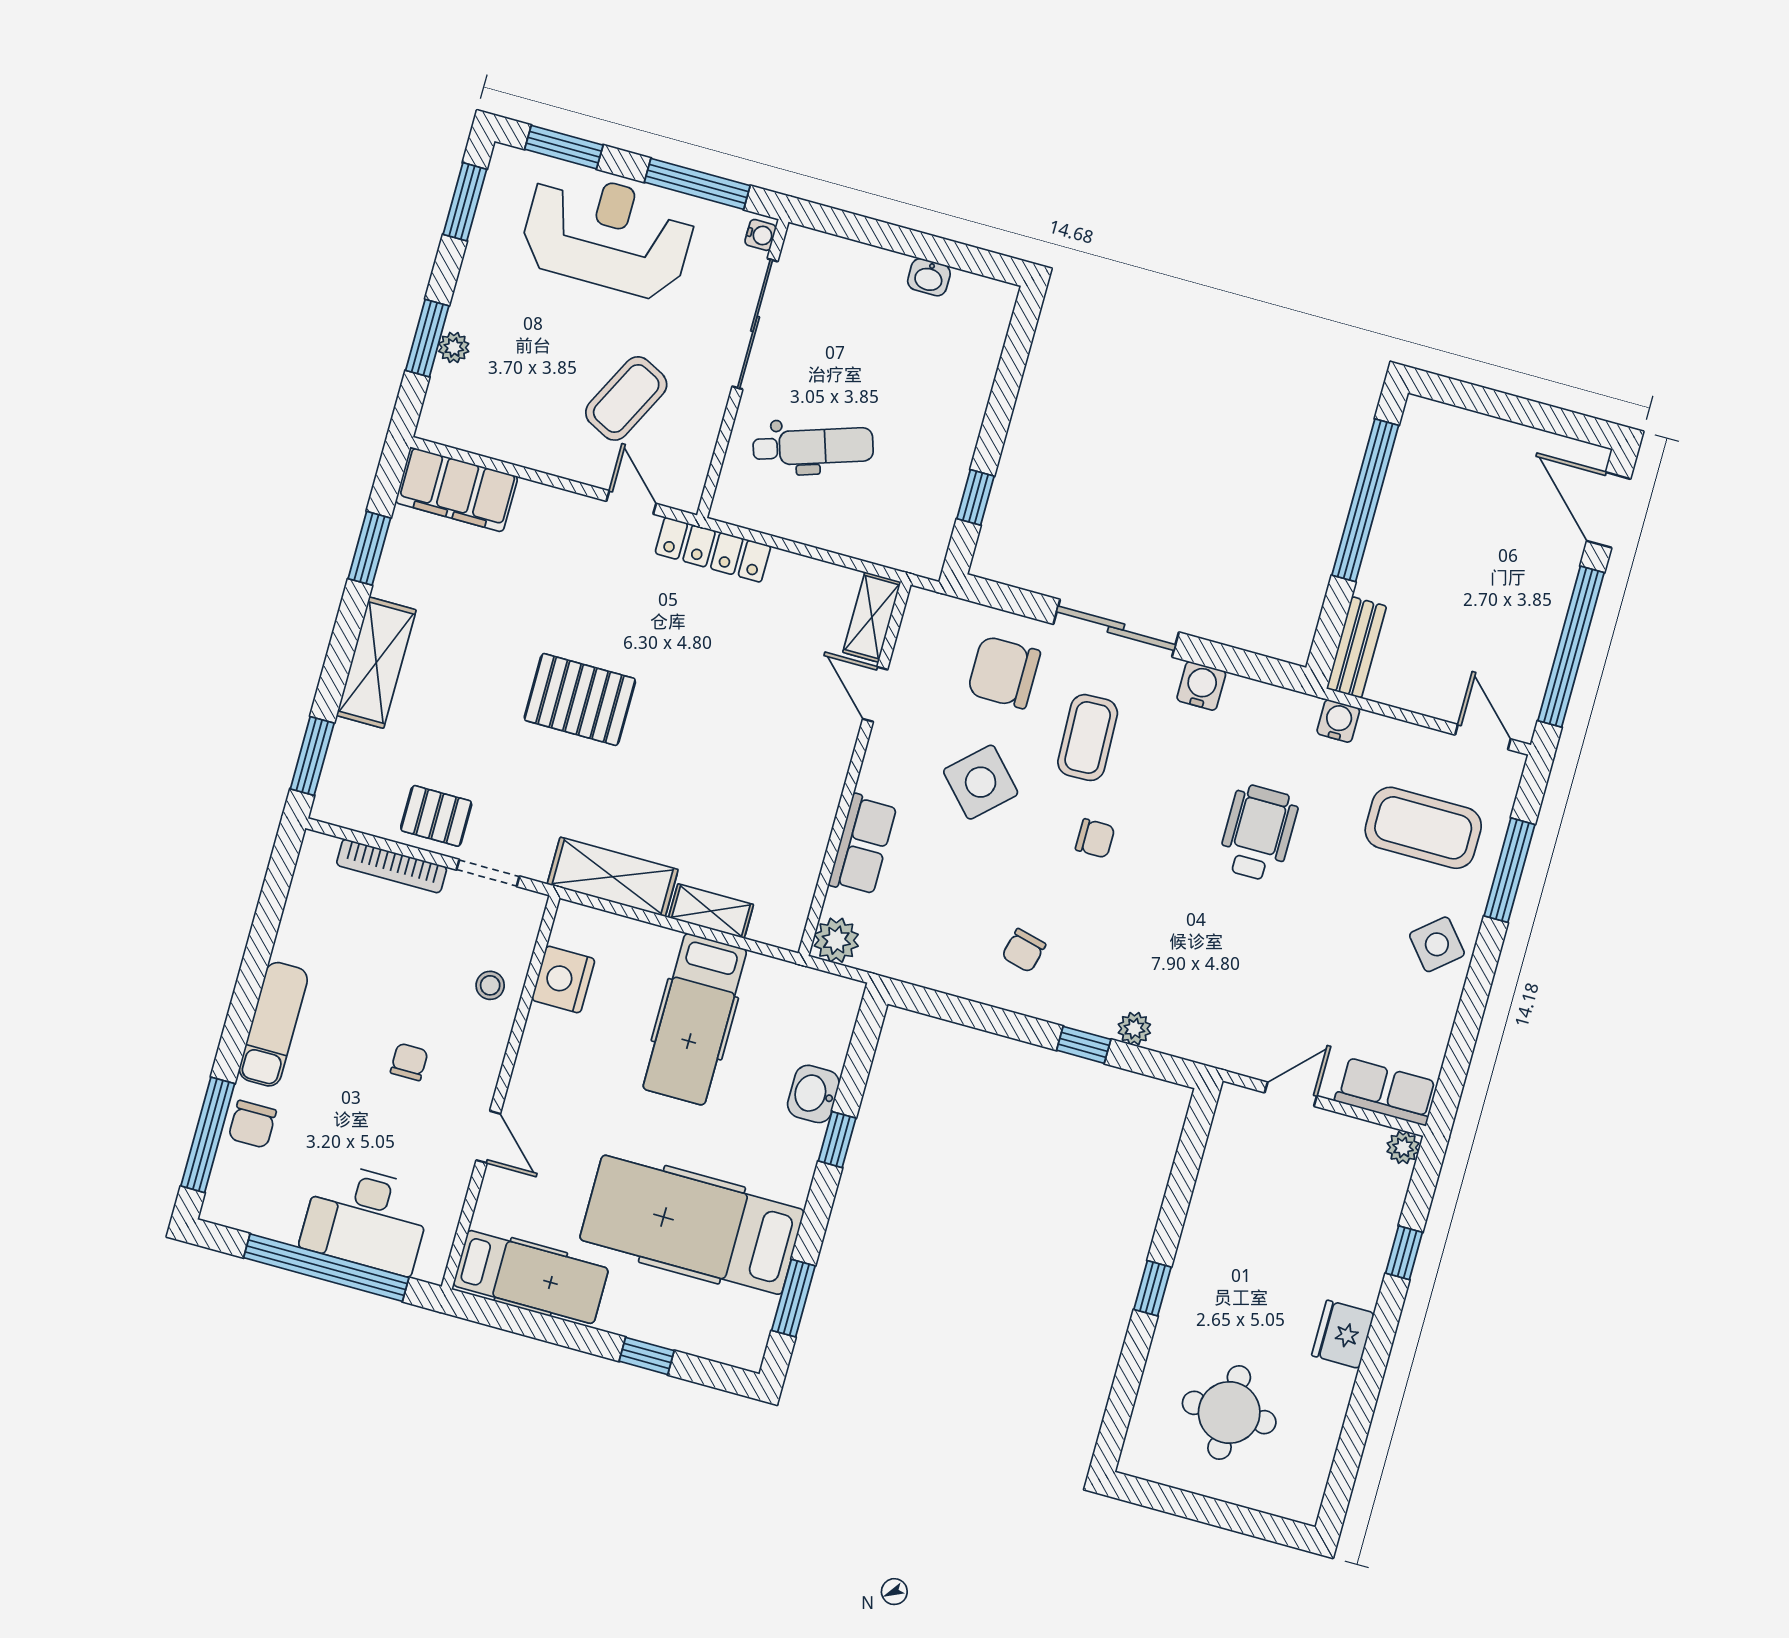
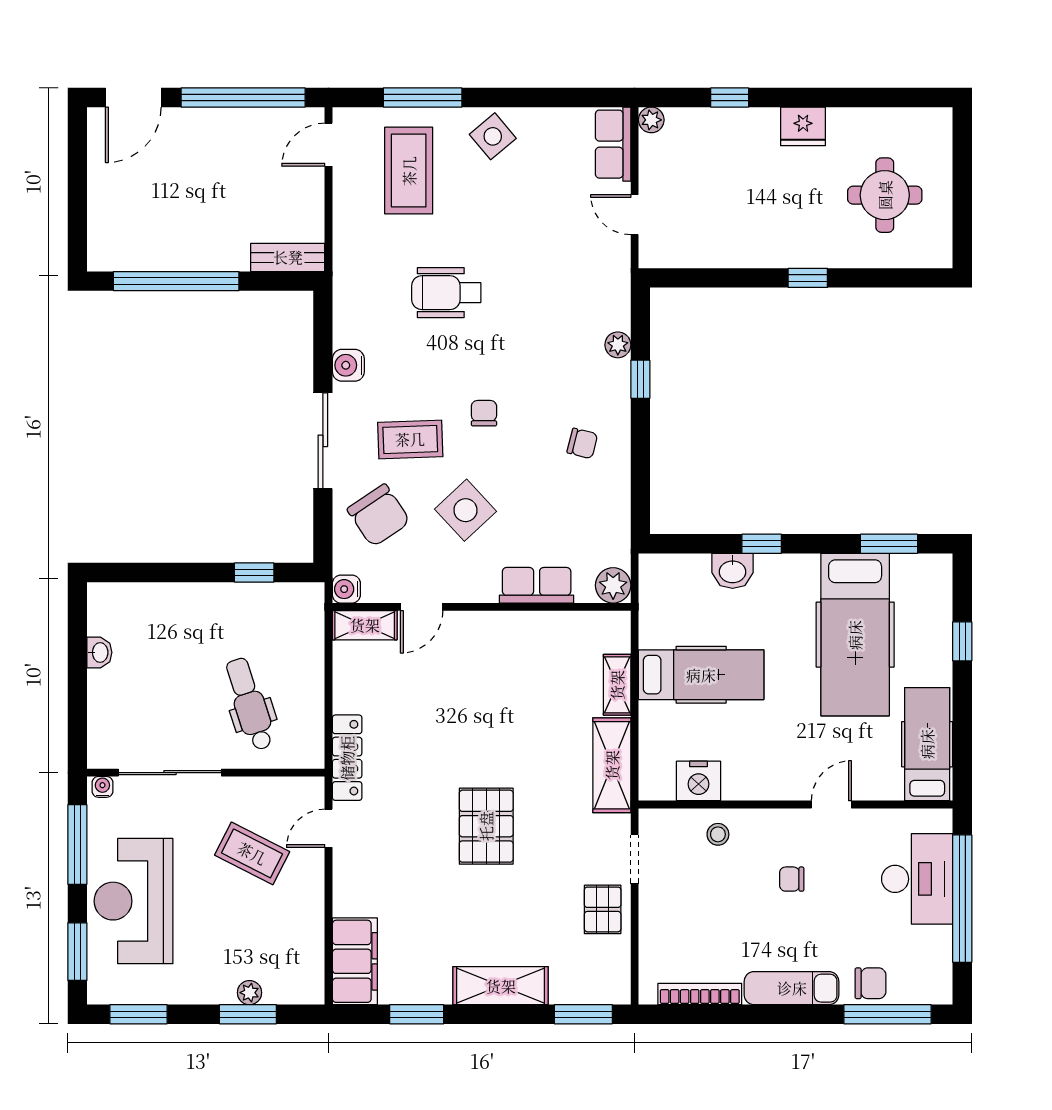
chair: (1004, 672) -> (379, 515), turned -34
water cooler: (1338, 721) -> (346, 589), moved
bookcase: (392, 866) -> (700, 994), moved, turned -90

